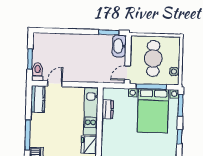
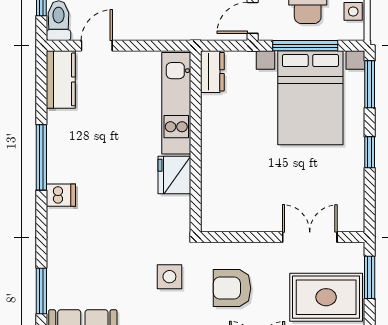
dresser: (108, 109) -> (212, 72), moved

